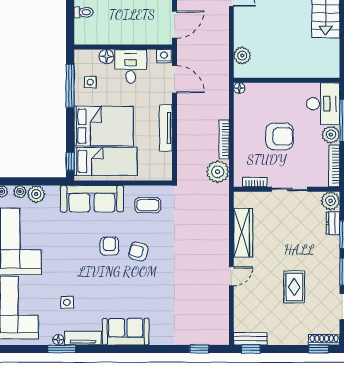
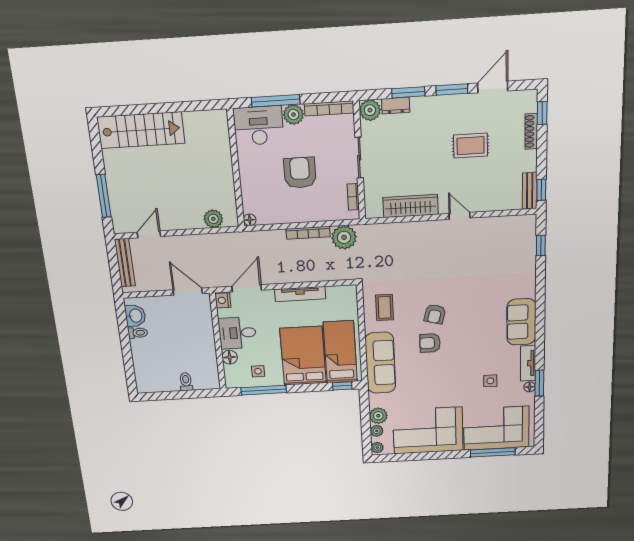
shoe rack: (324, 340) -> (531, 131), moved

